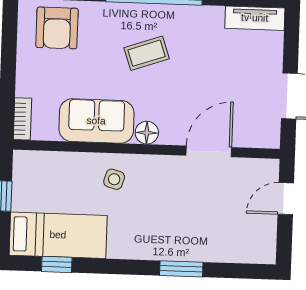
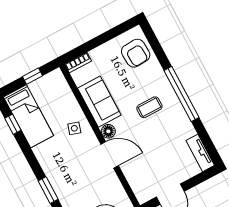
armchair: (57, 28) -> (136, 53), turned -93
coffee table: (147, 53) -> (149, 107), turned -71
door: (209, 151) -> (110, 155), moved

